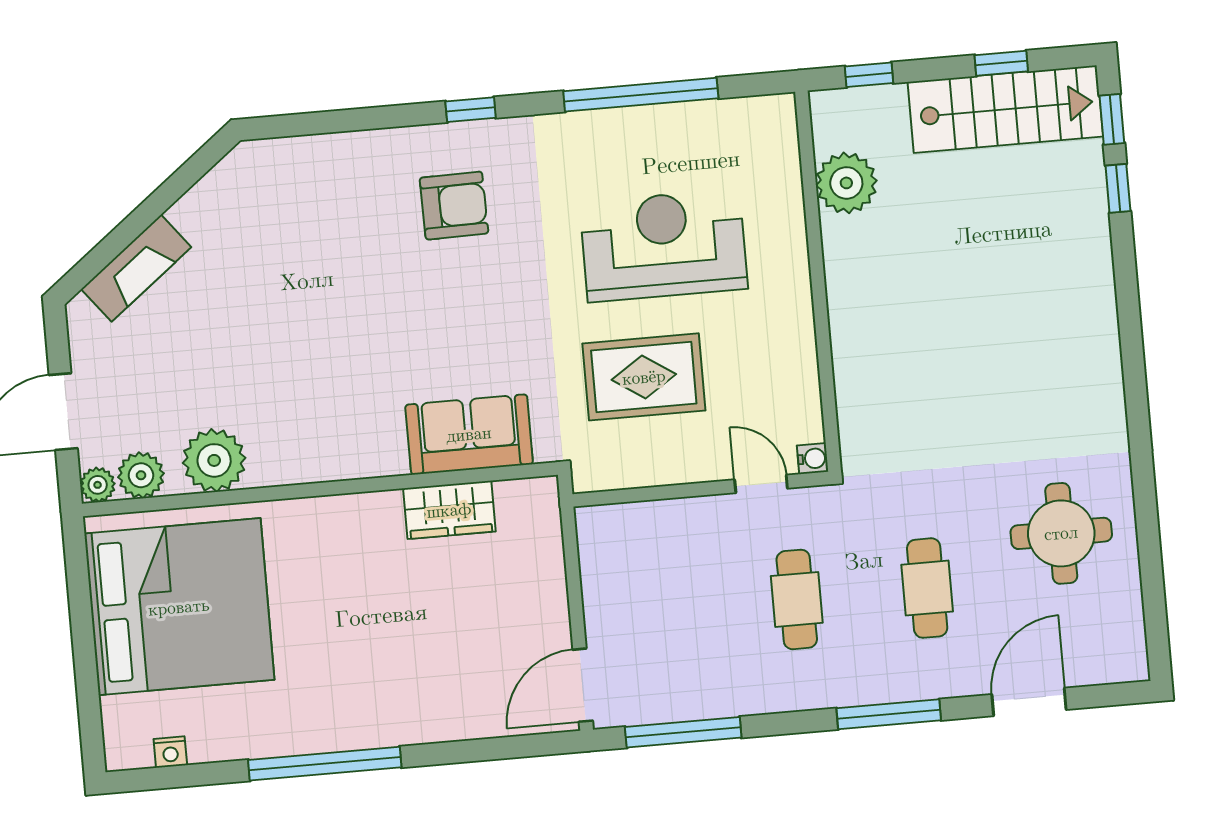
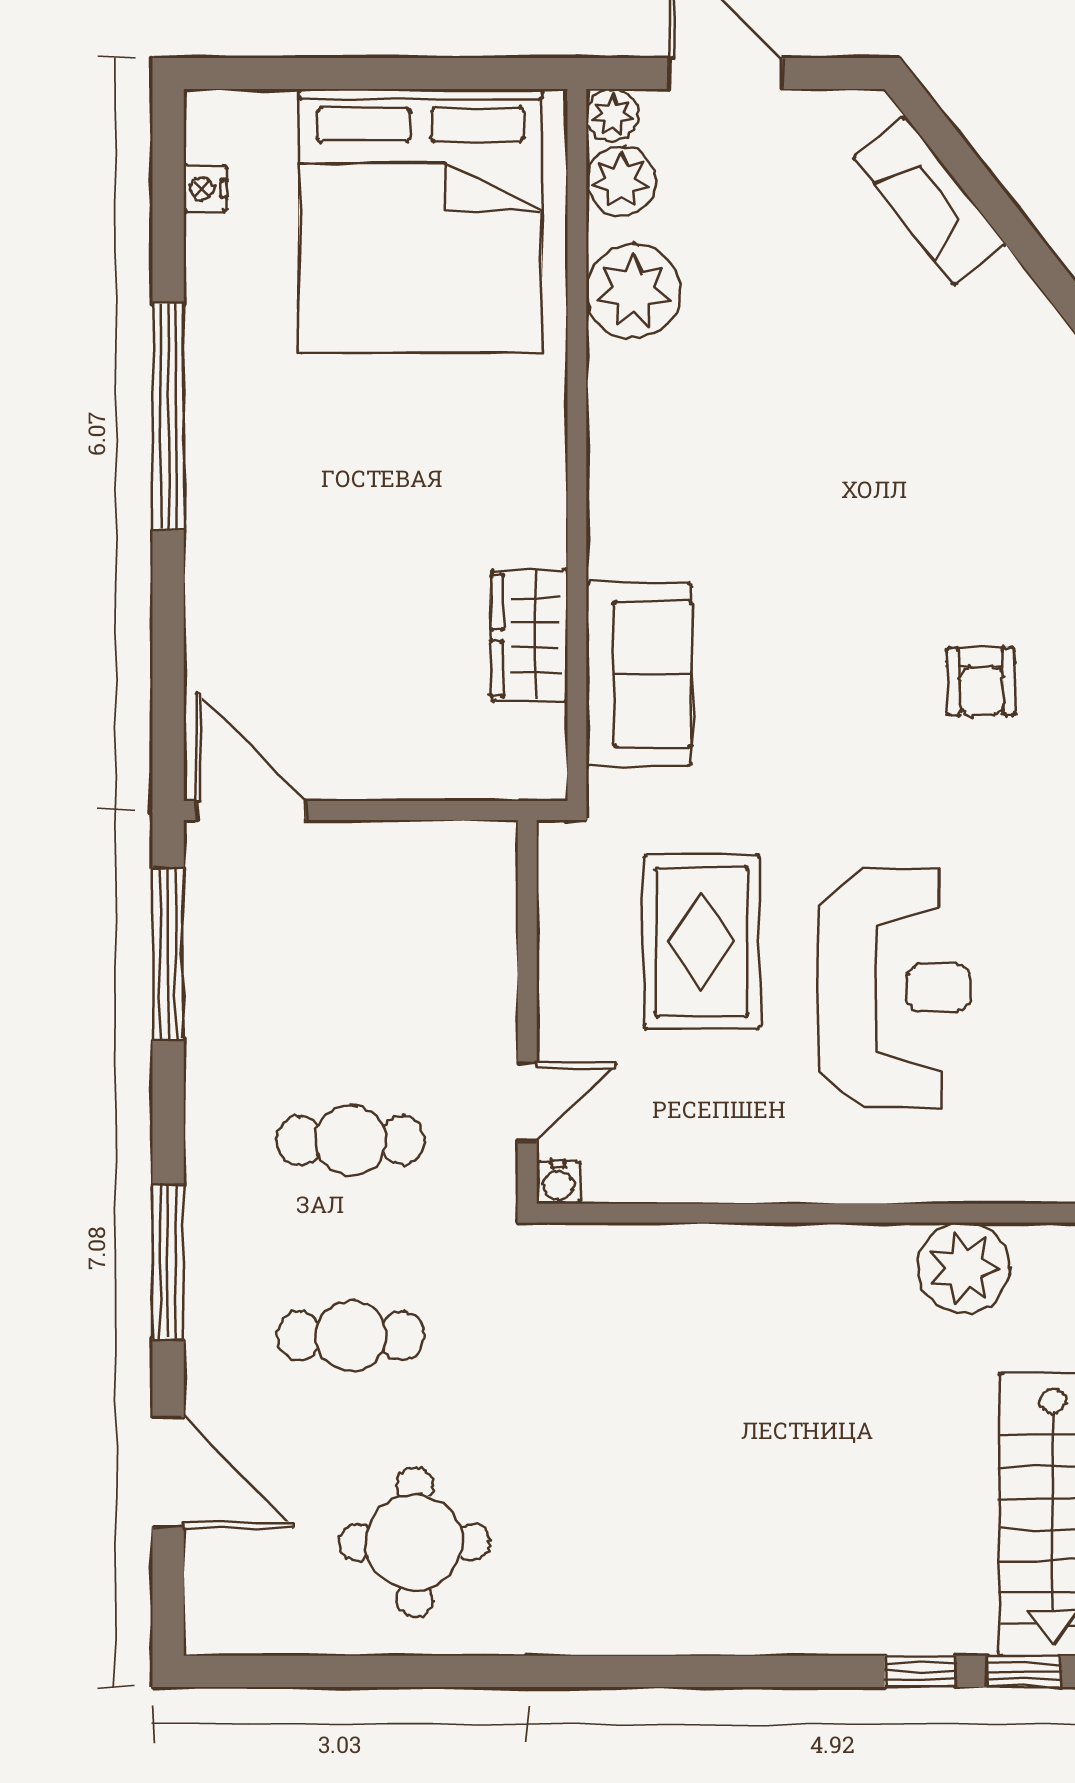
armchair: (454, 206) -> (981, 681), width x0.72, depth x0.72

